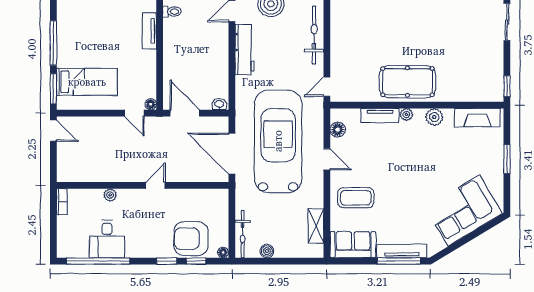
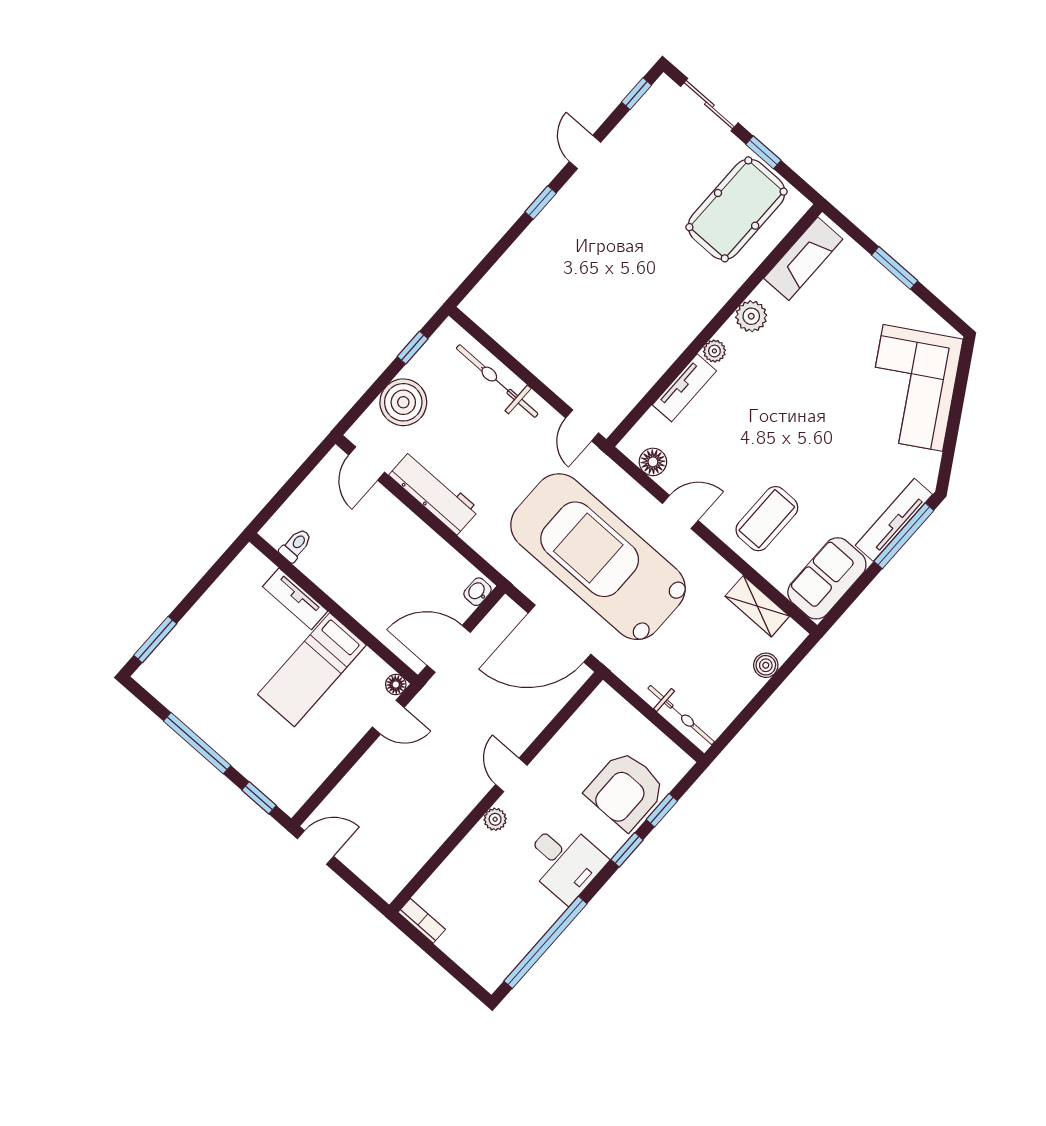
bed: (87, 82) -> (312, 670), moved, turned 180
pool table: (407, 82) -> (737, 209), moved
window: (507, 86) -> (763, 152), moved
window: (53, 89) -> (259, 798), width x0.67
plant: (110, 195) -> (495, 819), moved
desk: (107, 239) -> (564, 861), moved
boiler: (267, 251) -> (766, 665), moved
floor lamp: (223, 253) -> (683, 763), removed

